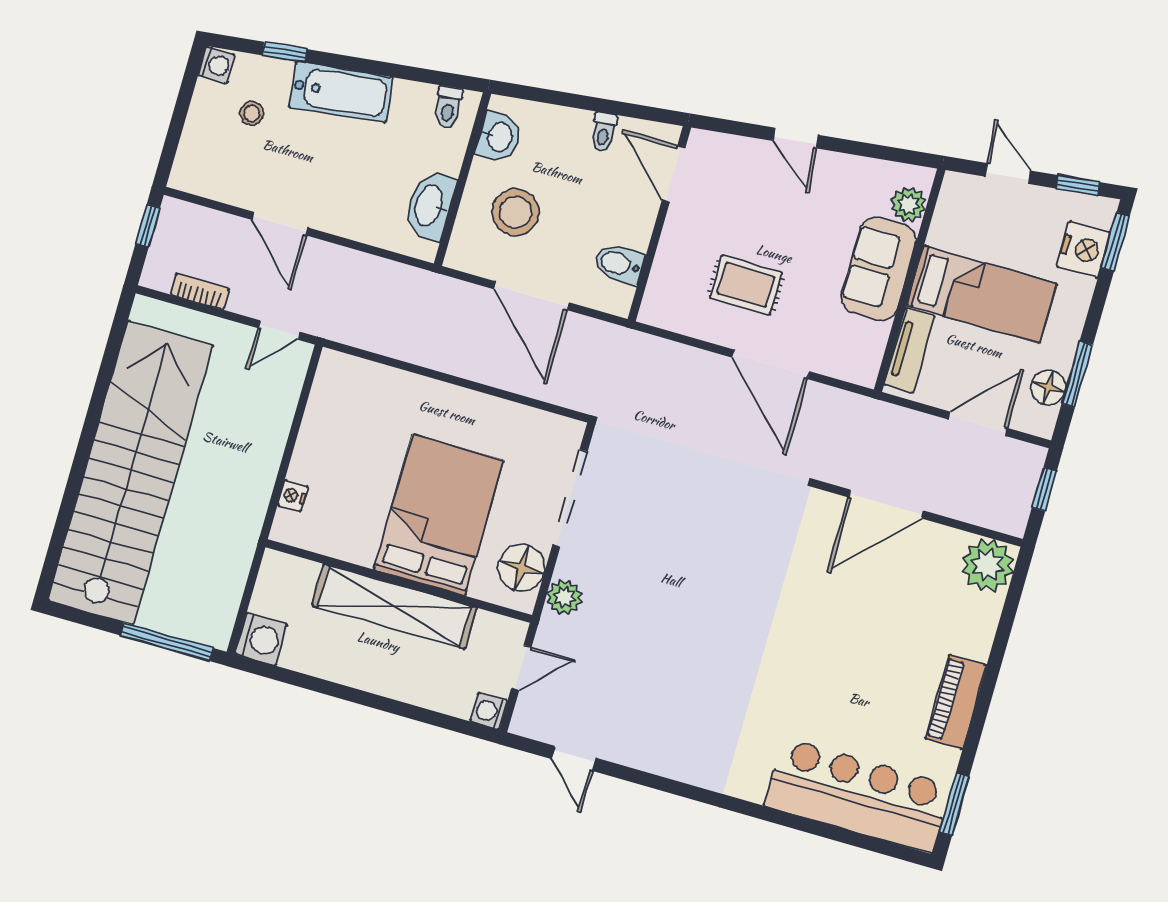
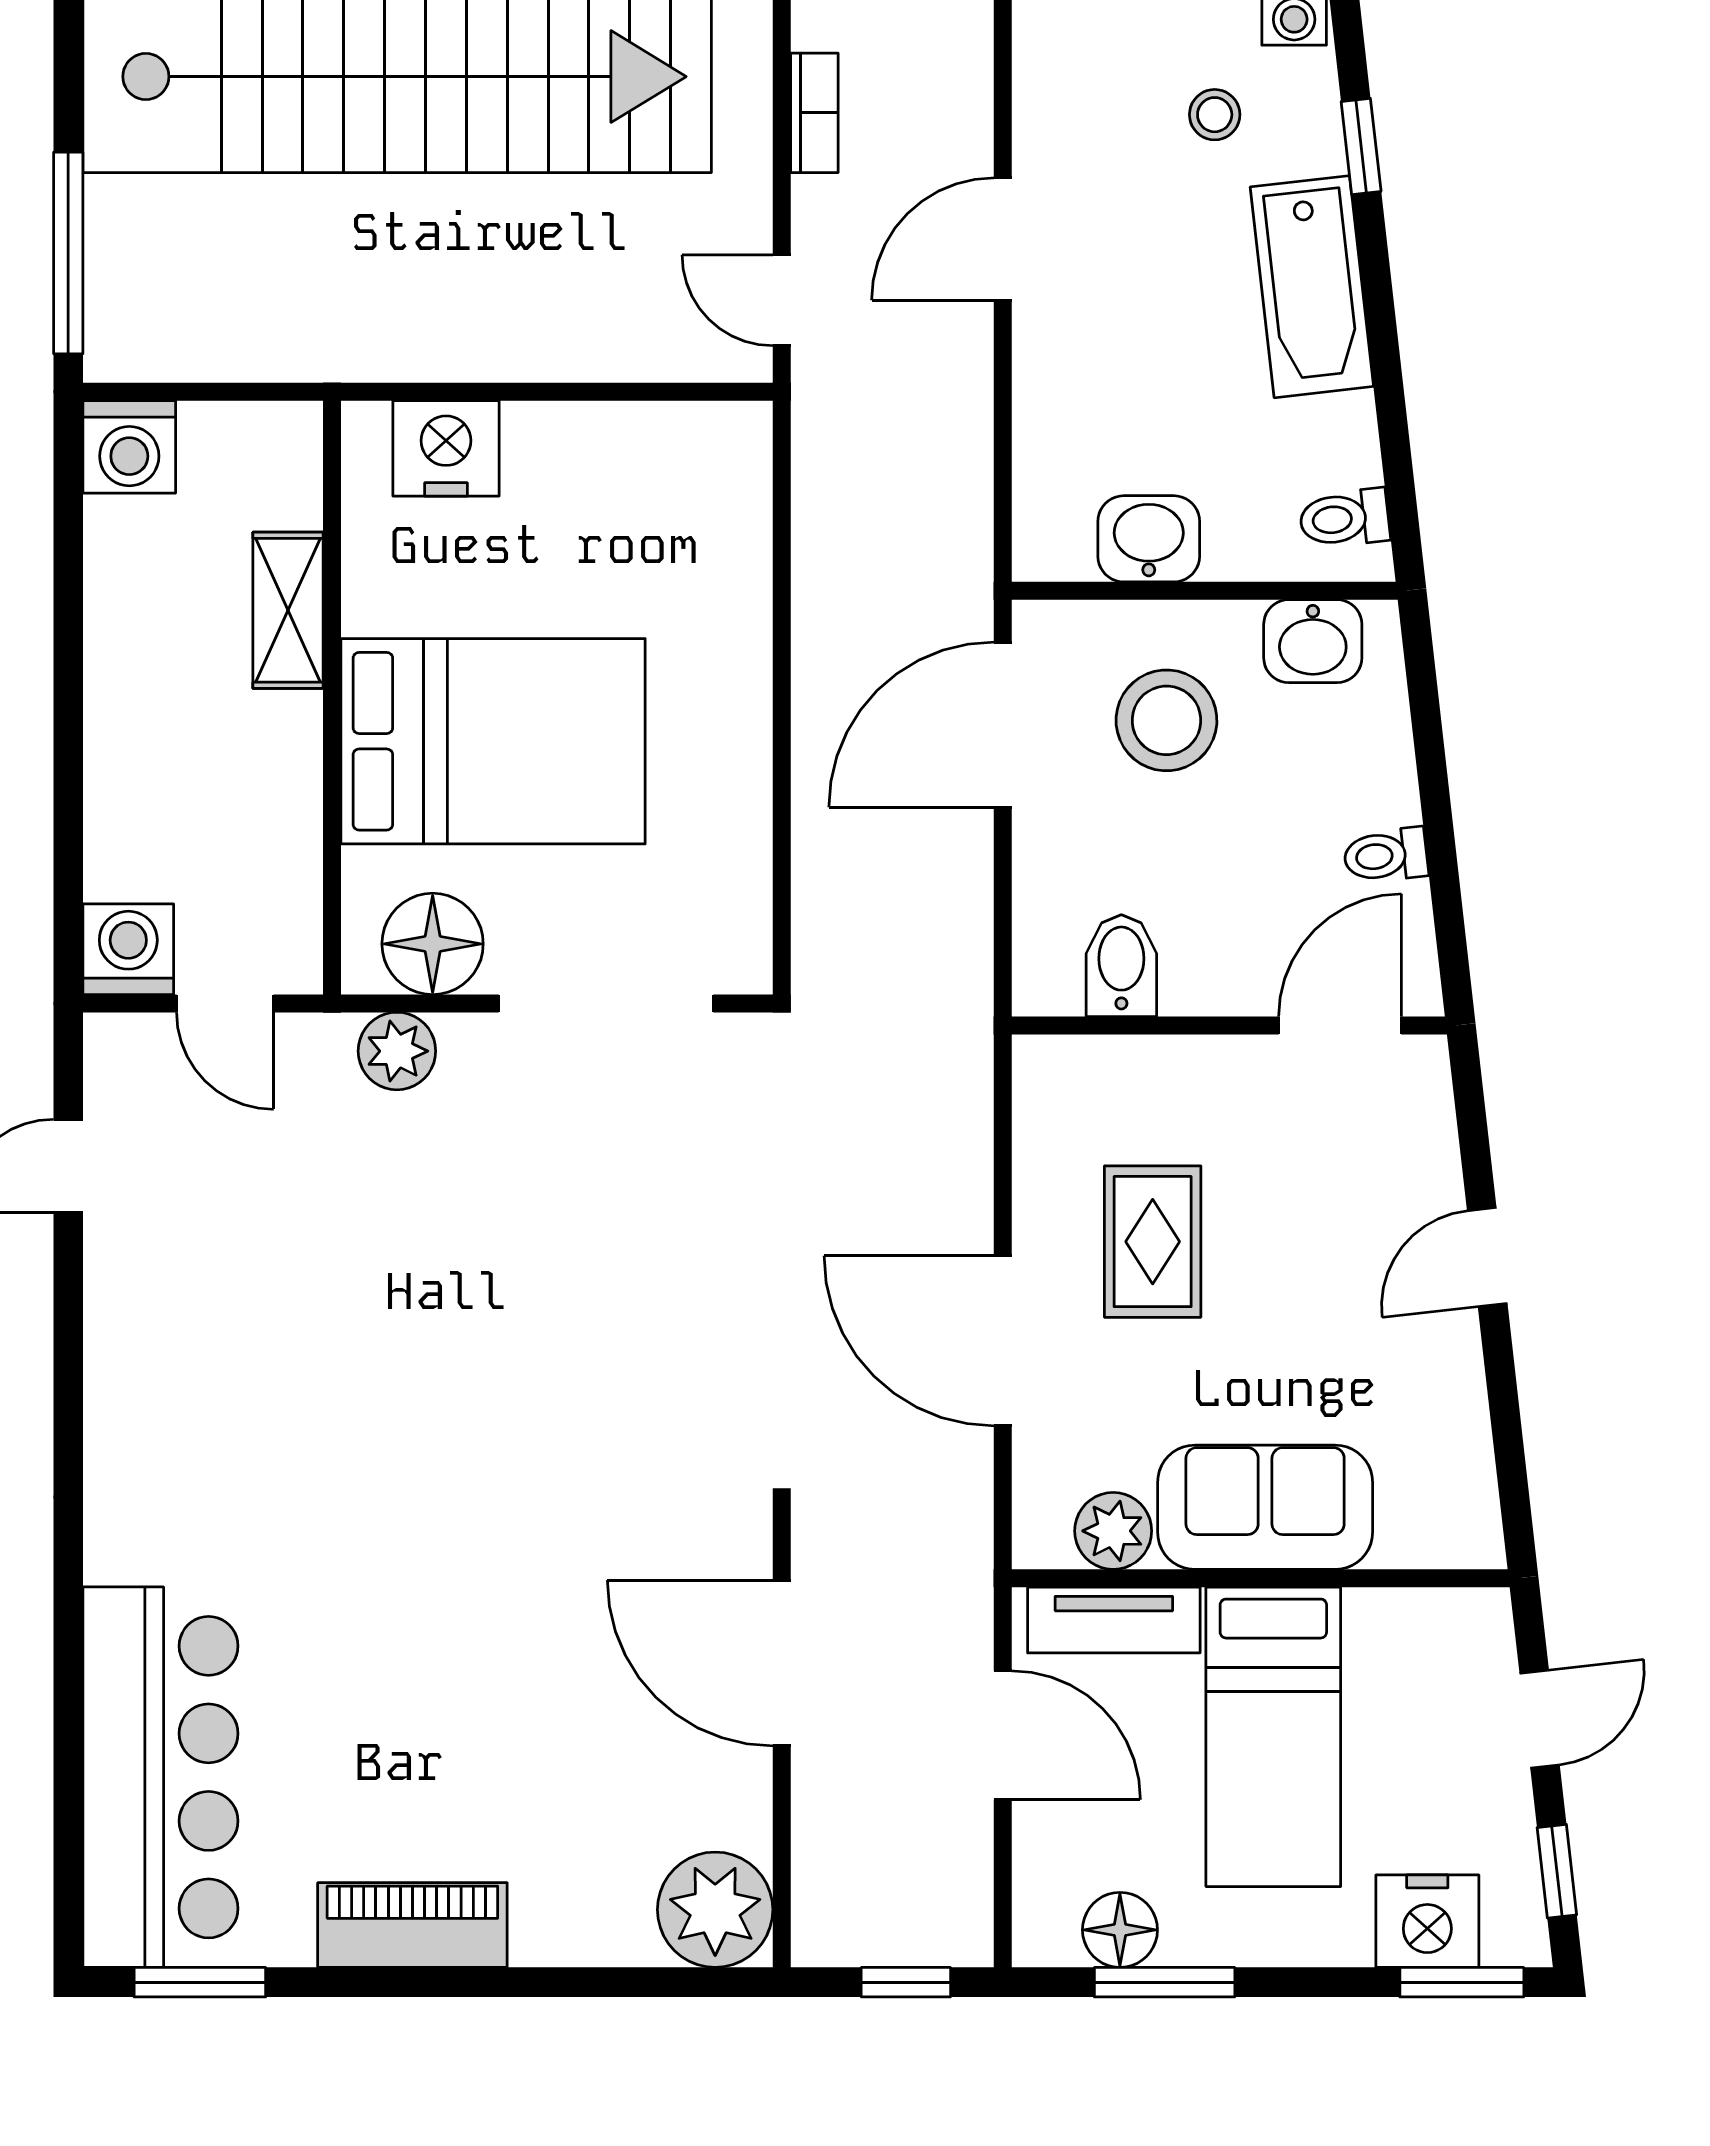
plant: (909, 204) -> (1113, 1531), moved
washbasin: (430, 206) -> (1149, 539), width x0.72
door: (531, 296) -> (1003, 725), moved
door: (771, 364) -> (1003, 1341), hinge flipped
door: (978, 424) -> (1003, 1735), moved
nightstand: (293, 496) -> (446, 448), width x1.89, depth x1.79
shelving: (394, 607) -> (288, 610), width x0.45, depth x0.75
washing machine: (489, 711) -> (128, 949), width x1.38, depth x1.38

